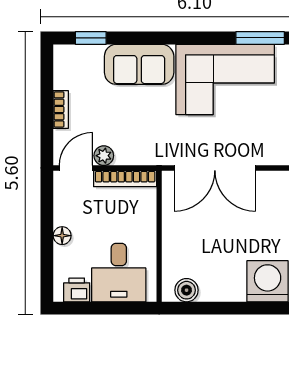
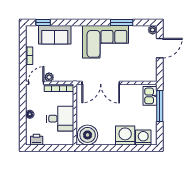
sofa: (139, 64) -> (55, 35), moved
desk: (119, 273) -> (60, 119), moved, turned -90
boiler: (187, 290) -> (88, 135), width x1.86, depth x1.86

